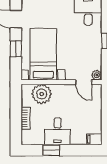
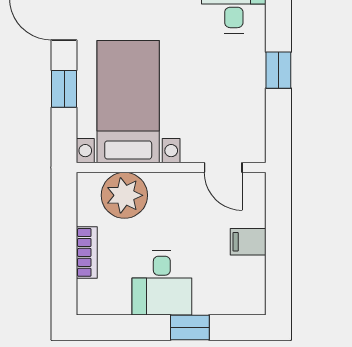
plant: (97, 75) -> (254, 151), removed
filing cabinet: (94, 139) -> (248, 242), moved
window: (51, 150) -> (190, 328), moved

